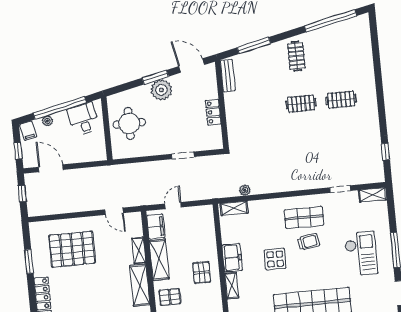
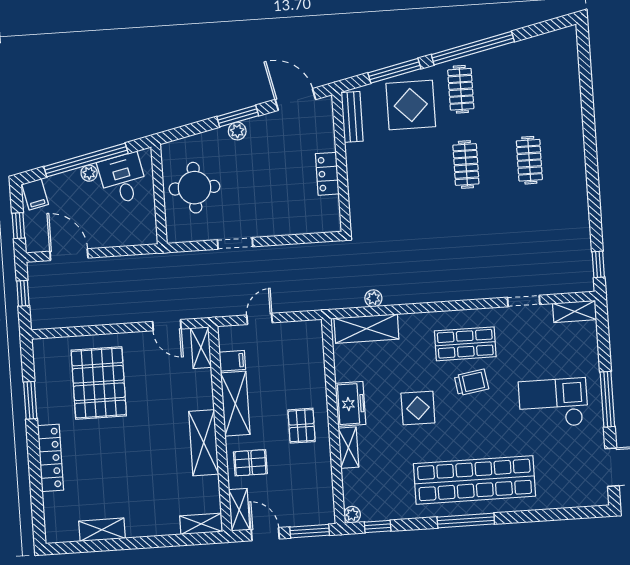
window: (331, 21) -> (473, 48), moved
display table: (265, 67) -> (411, 105), added
plant: (161, 90) -> (237, 131), width x0.53, depth x0.53
clothes rail: (341, 100) -> (529, 160), turned 90
clothes rail: (301, 104) -> (466, 164), turned 90
plant: (47, 121) -> (89, 173), moved
window: (386, 152) -> (598, 264), moved
doorway: (183, 155) -> (235, 243), moved
shelving: (234, 208) -> (366, 329), width x1.50, depth x1.33
filing cabinet: (156, 227) -> (232, 361), width x0.50
pallet: (72, 249) -> (99, 383), turned 90
shelving: (139, 250) -> (201, 348), moved
checkout: (361, 254) -> (553, 403), turned -90

